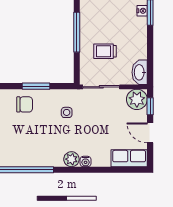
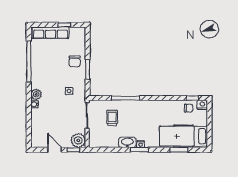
washbasin: (140, 72) -> (127, 142), moved
door: (150, 133) -> (55, 150), hinge flipped
row of seats: (129, 158) -> (37, 135), removed

